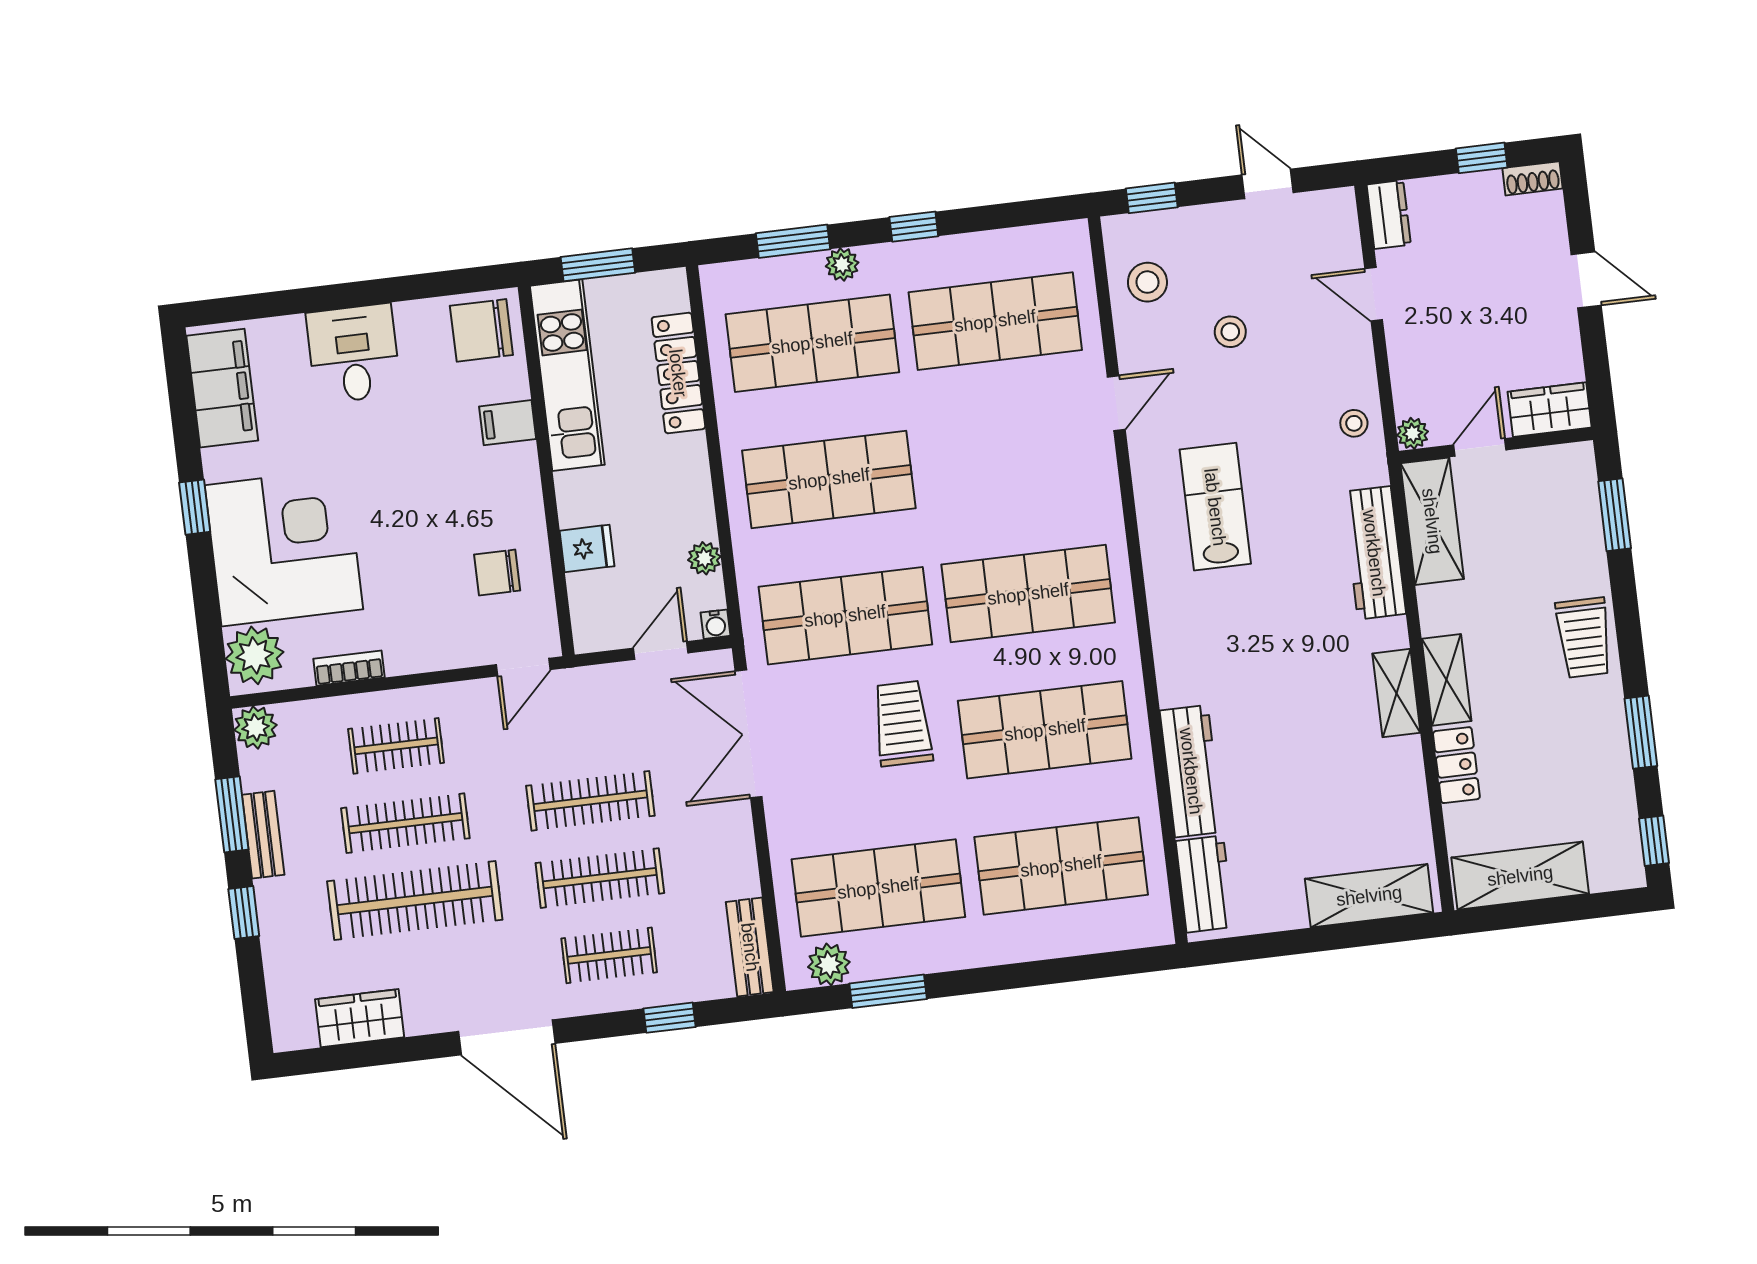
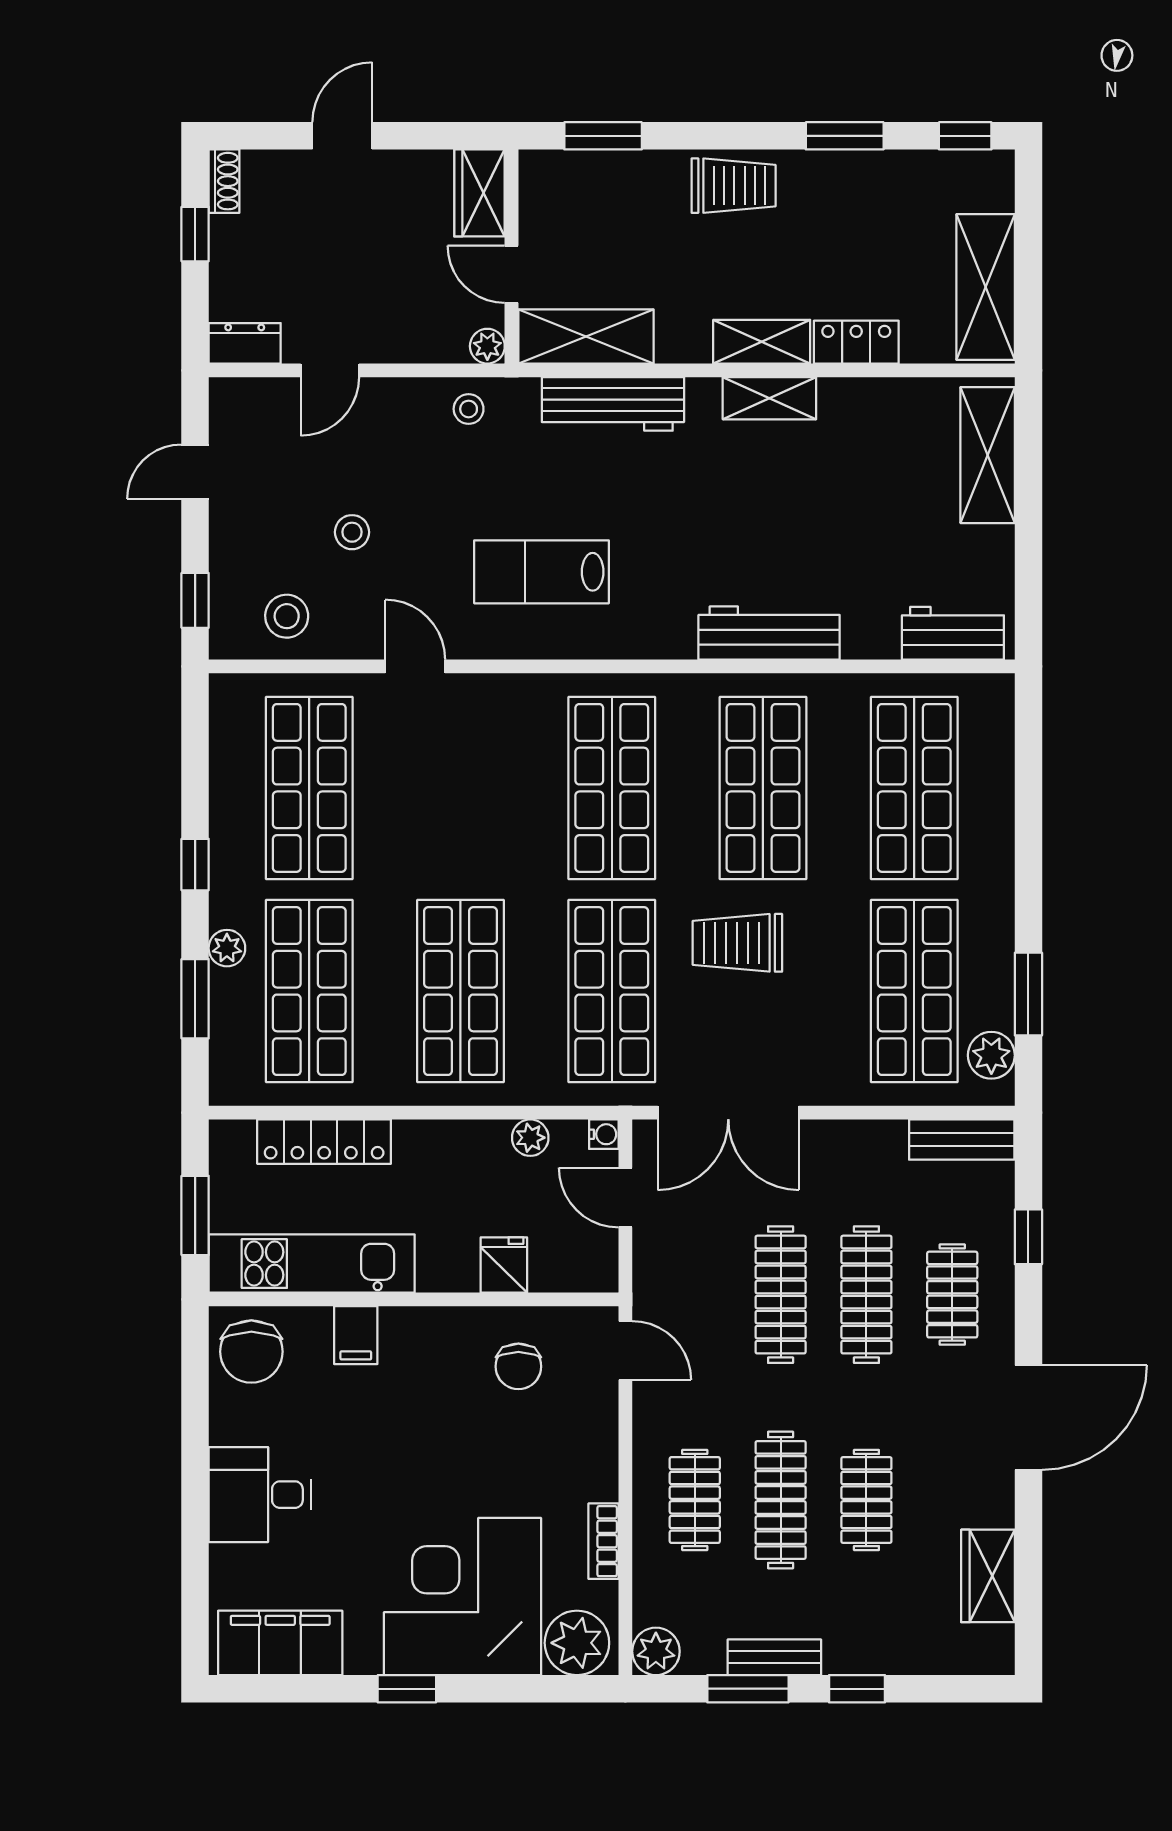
workbench: (1191, 771) -> (769, 633), moved
clothes rail: (415, 900) -> (866, 1500), width x0.54, depth x0.76

